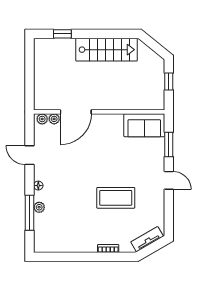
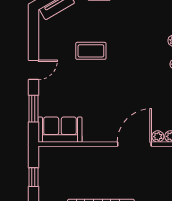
door: (169, 180) -> (33, 70), swing flipped
coffee table: (116, 198) -> (91, 51), width x0.73, depth x0.76

